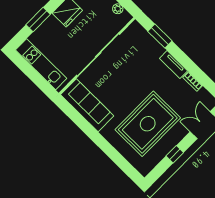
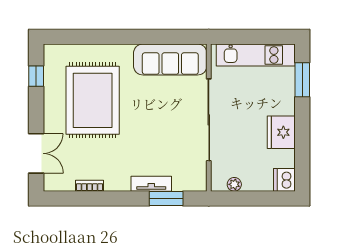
window: (38, 19) -> (302, 80), moved
tv unit: (173, 65) -> (151, 184), moved
window: (175, 154) -> (36, 76), moved

